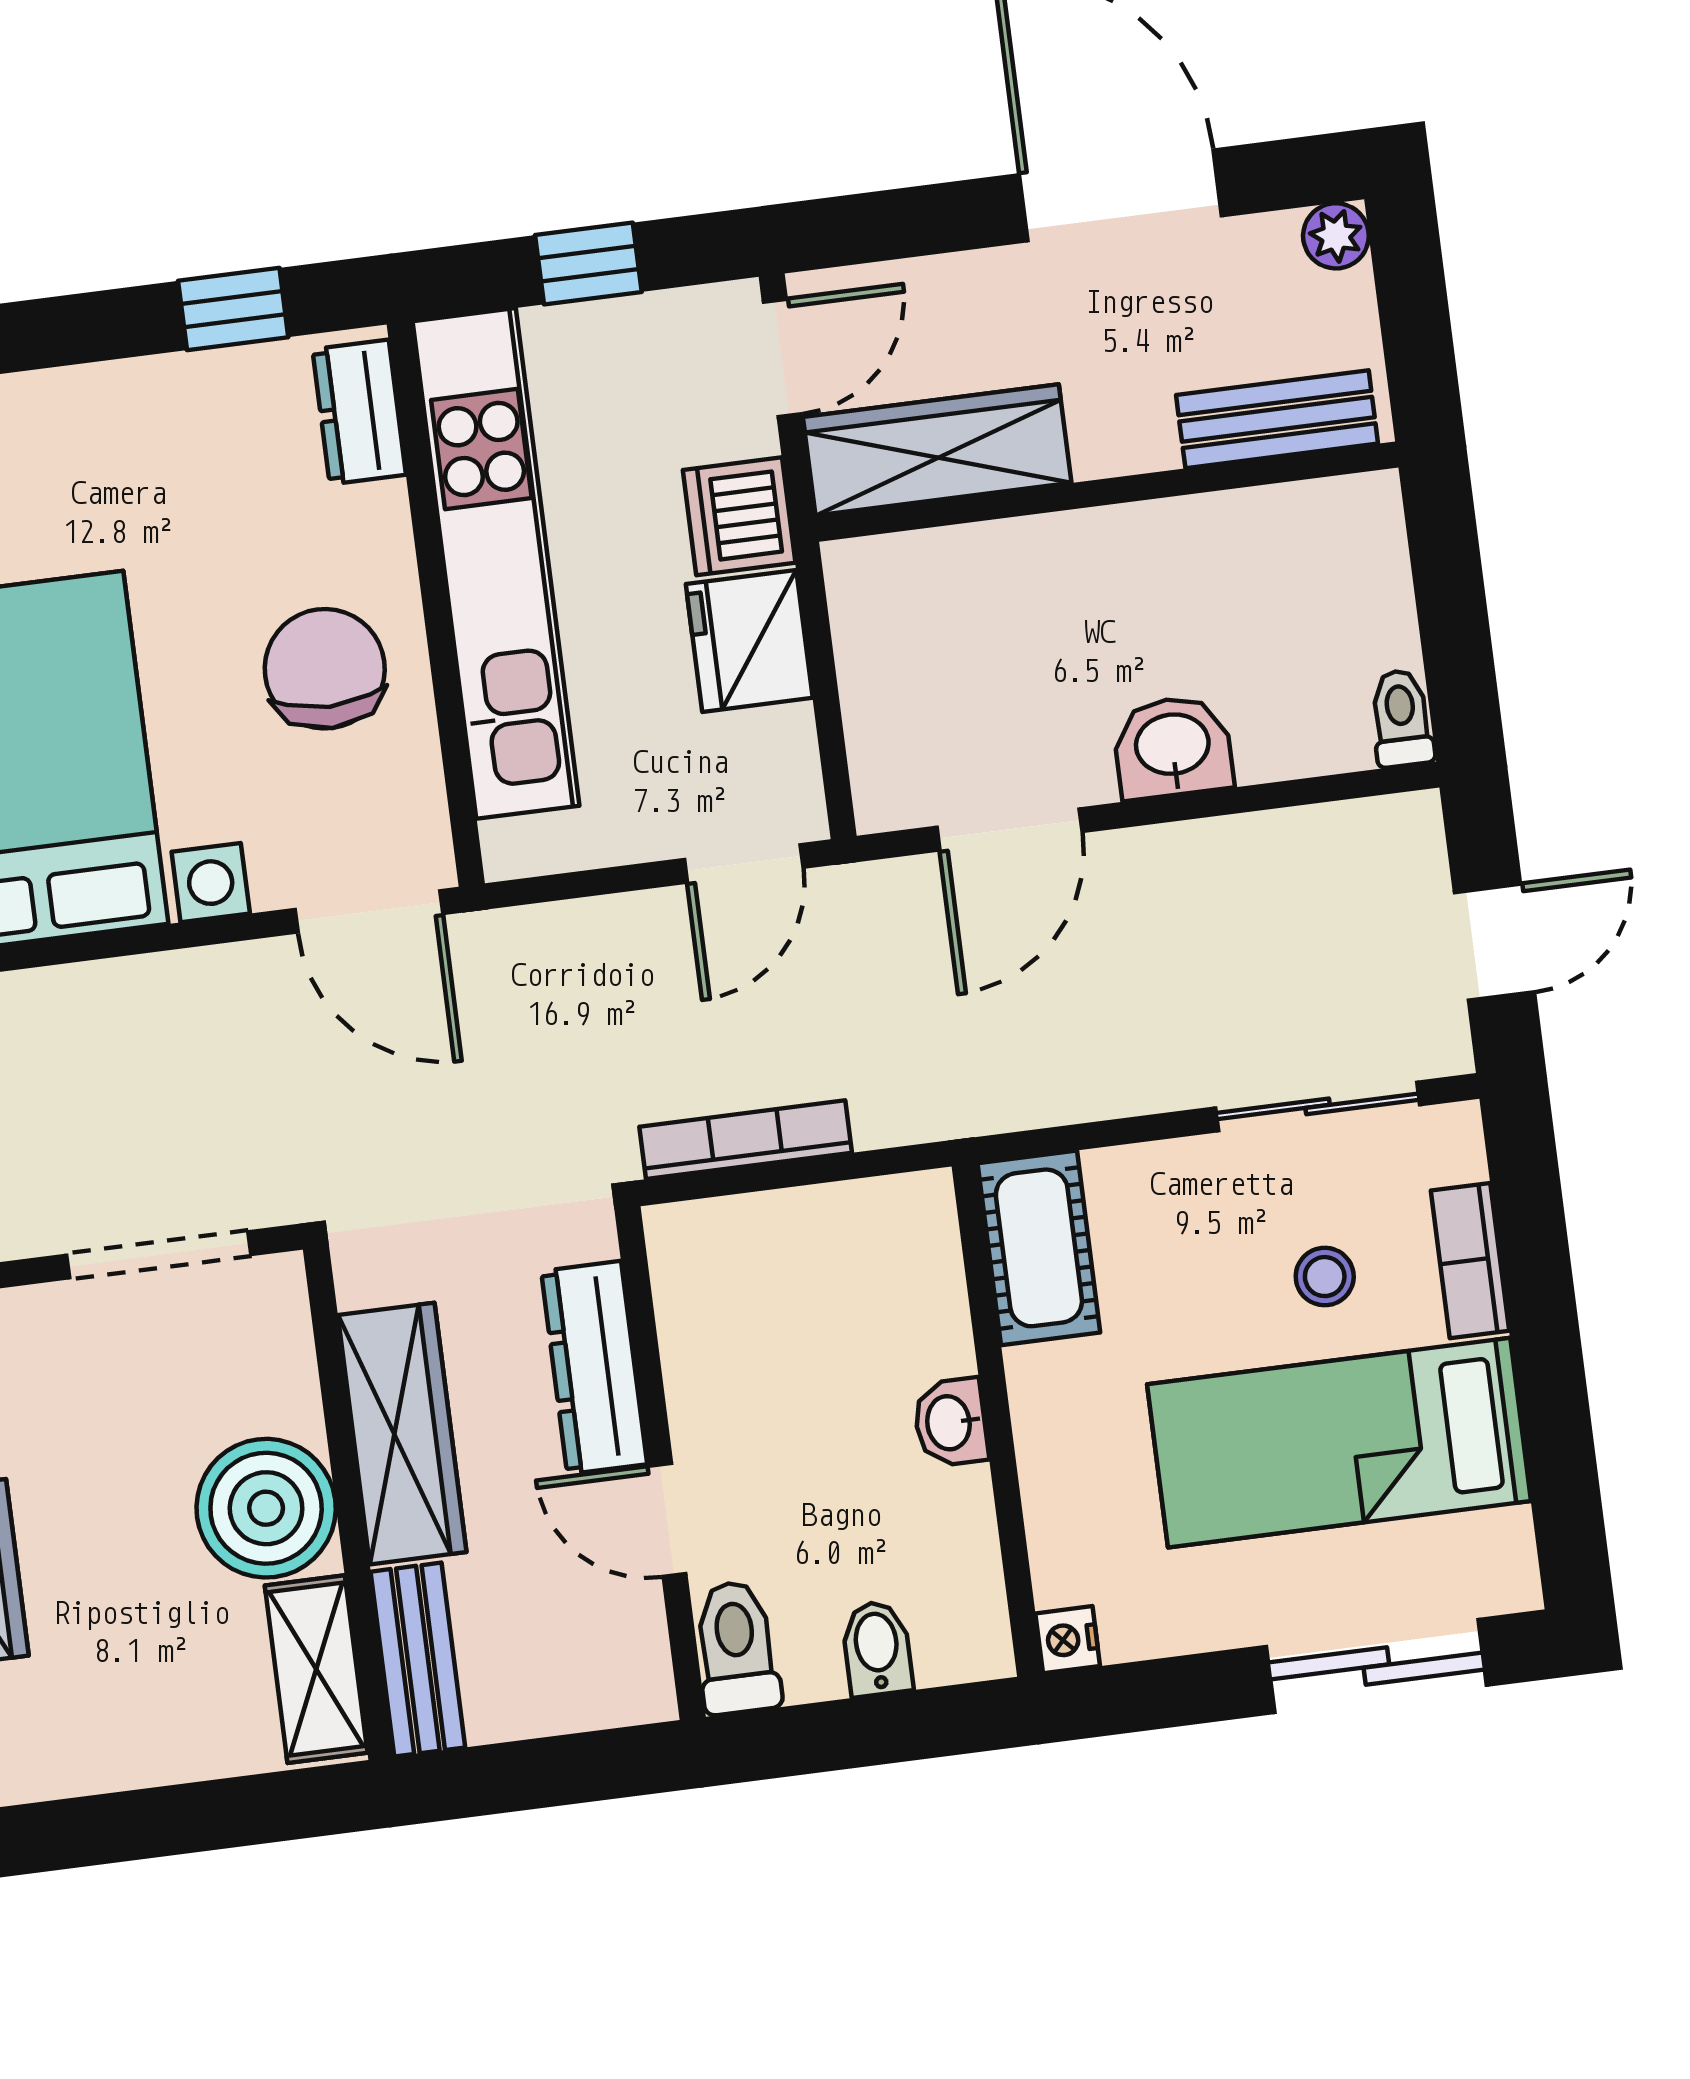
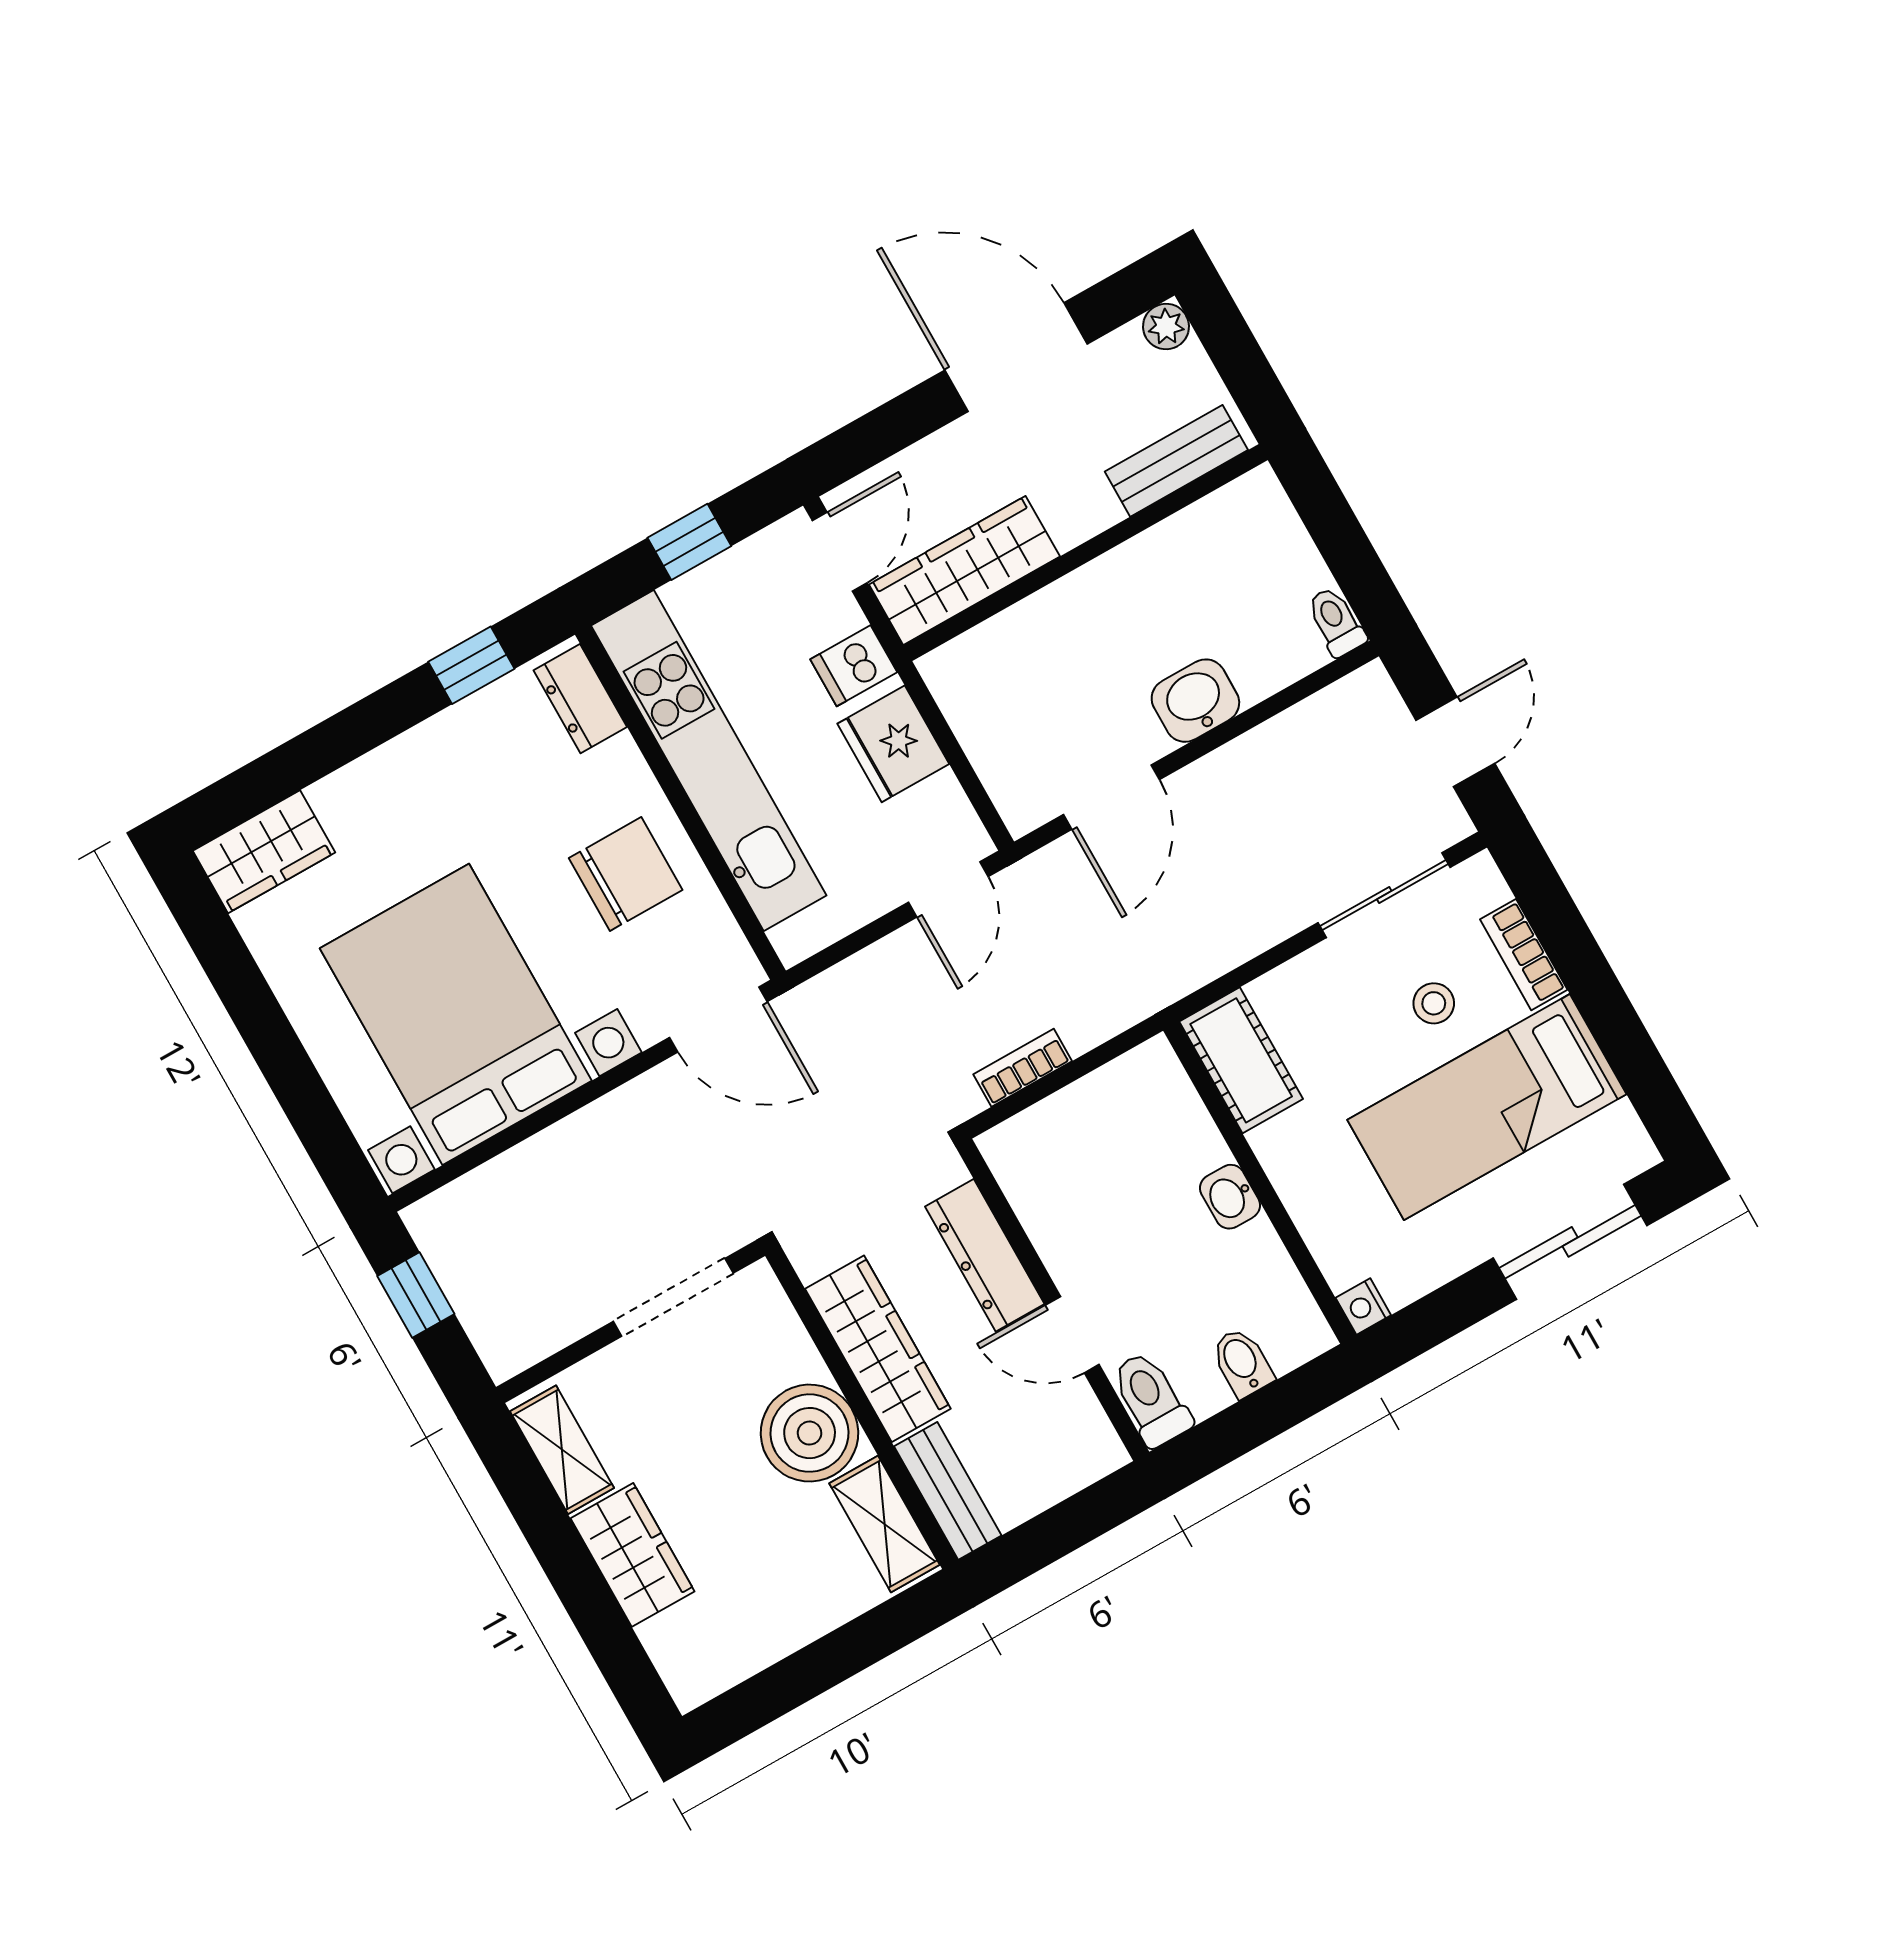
dishwasher: (739, 516) -> (854, 666), width x0.73
chair: (325, 669) -> (626, 874), turned 90
bookcase: (746, 1140) -> (1023, 1068), width x0.64

